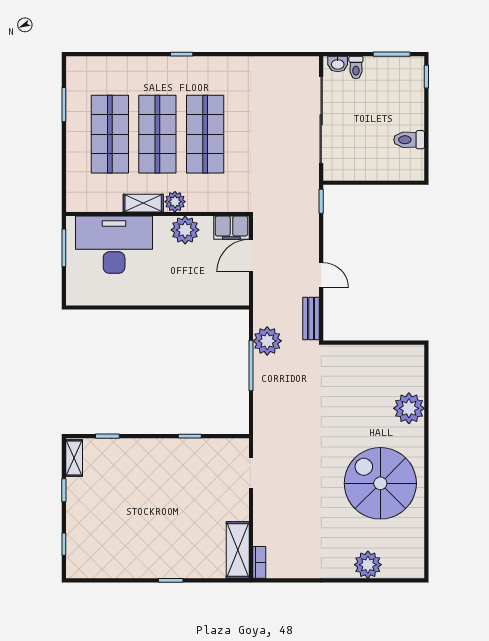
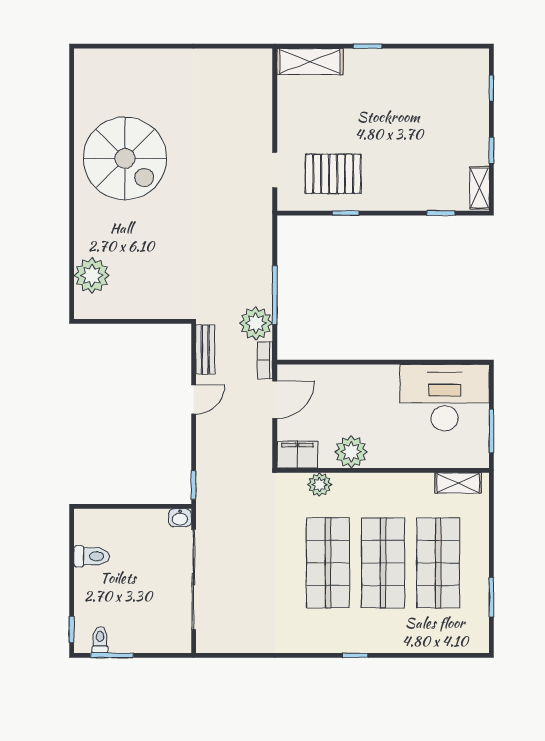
washbasin: (338, 64) -> (180, 518), moved, turned 180
toilet: (356, 67) -> (100, 640), moved
plant: (175, 202) -> (320, 485), moved
shelving: (143, 203) -> (458, 483), moved
desk: (114, 245) -> (445, 398), moved, turned 180
door: (251, 256) -> (275, 400), moved
door: (321, 275) -> (194, 399), swing flipped
plant: (409, 408) -> (92, 275), moved
pallet: (201, 470) -> (333, 174), added
shelving: (238, 550) -> (310, 62), moved, turned 90
bookcase: (259, 562) -> (265, 360), moved
plant: (368, 565) -> (139, 64), removed

